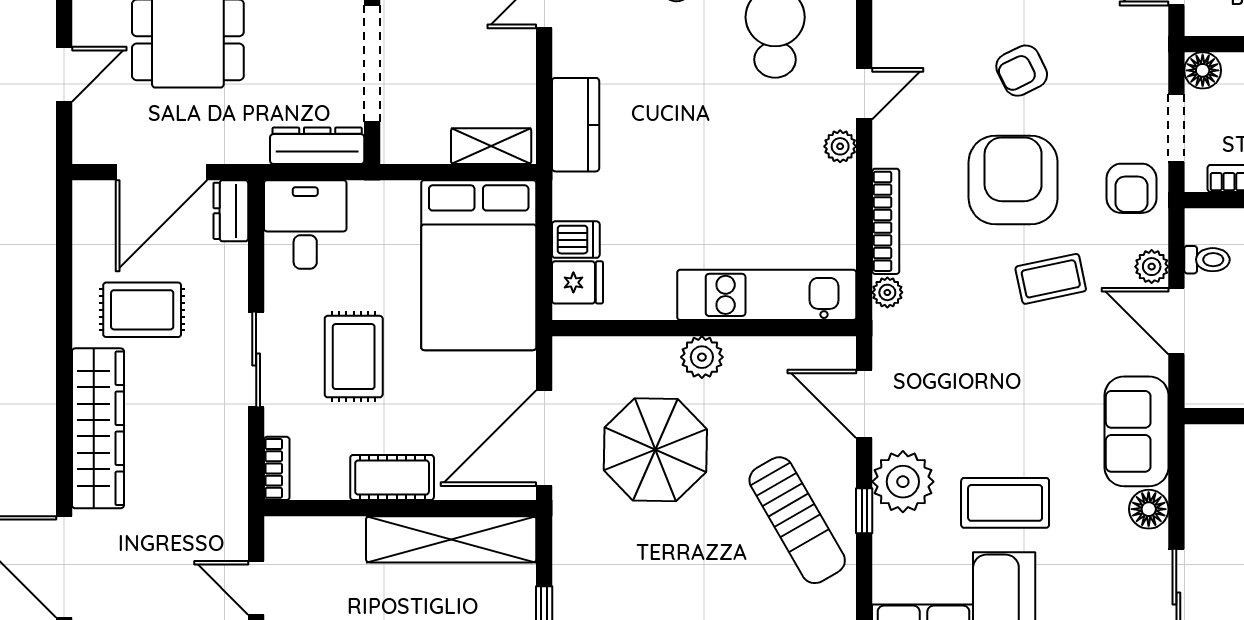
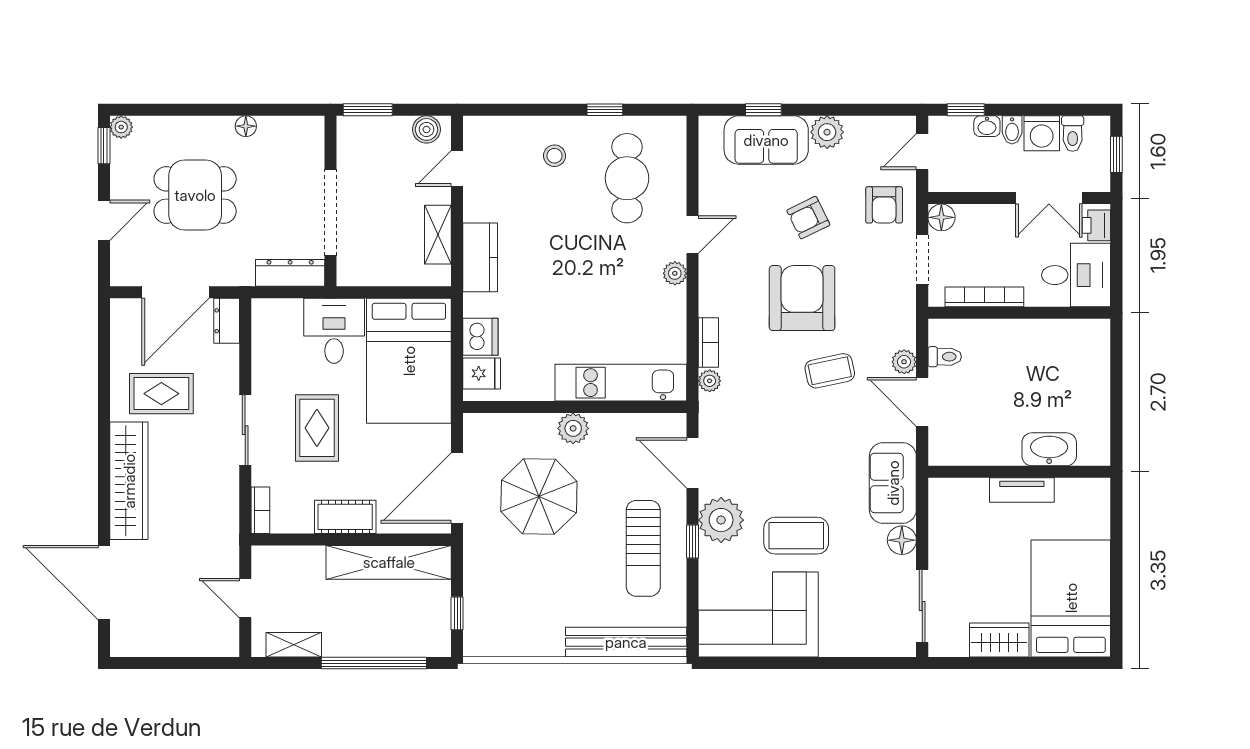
shelving: (491, 146) -> (438, 235), moved, turned 90
armchair: (1131, 188) -> (884, 205), moved
bookcase: (886, 221) -> (708, 342), width x0.64
desk: (305, 224) -> (334, 331), moved
dishwasher: (576, 240) -> (480, 337), width x1.38
sun lounger: (797, 520) -> (643, 548), turned 30

